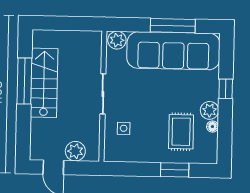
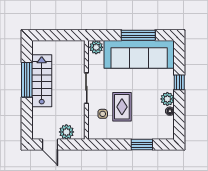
rug: (181, 132) -> (122, 107), moved

